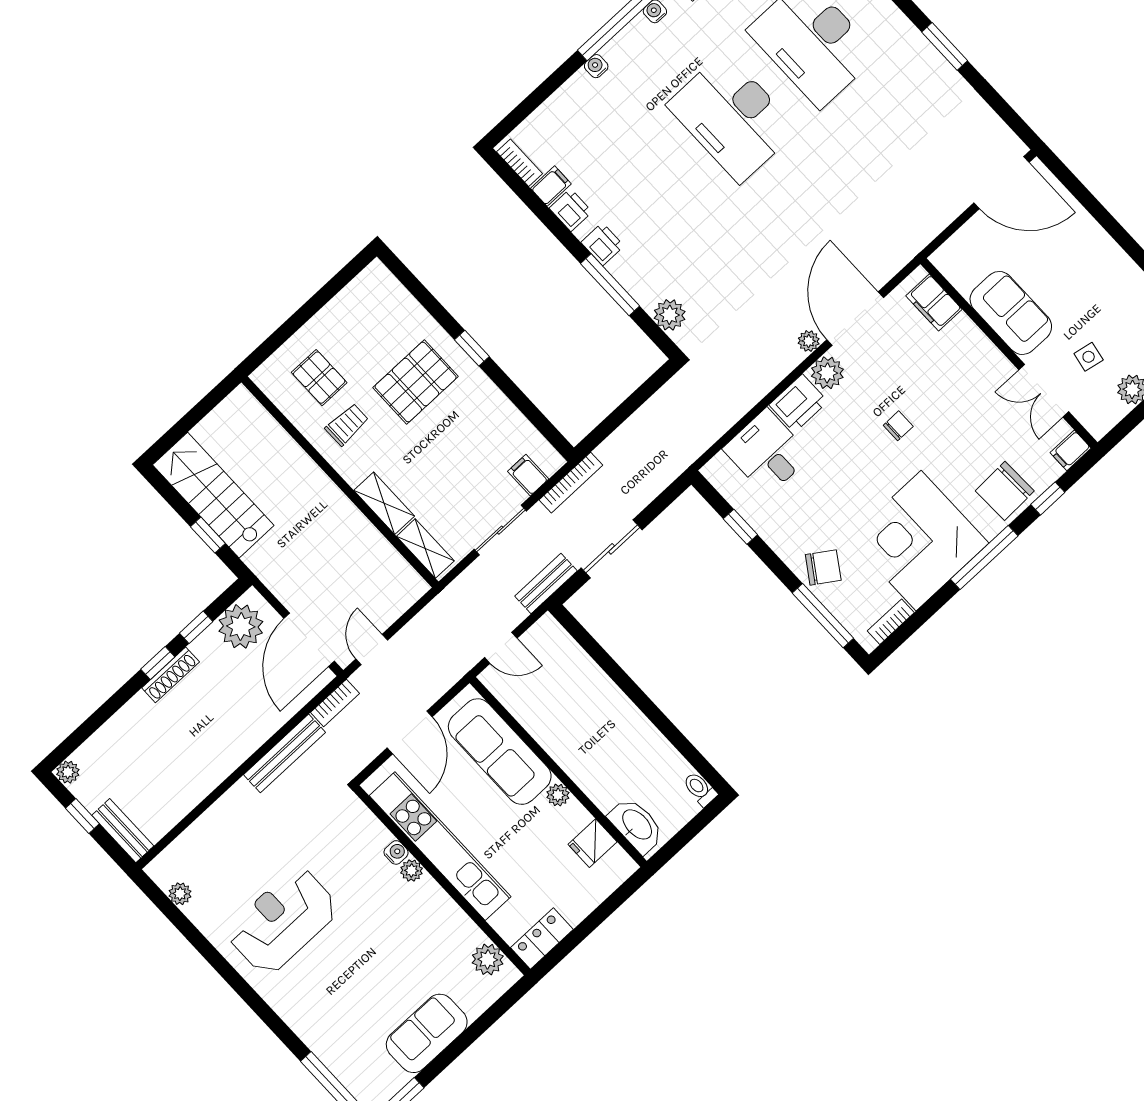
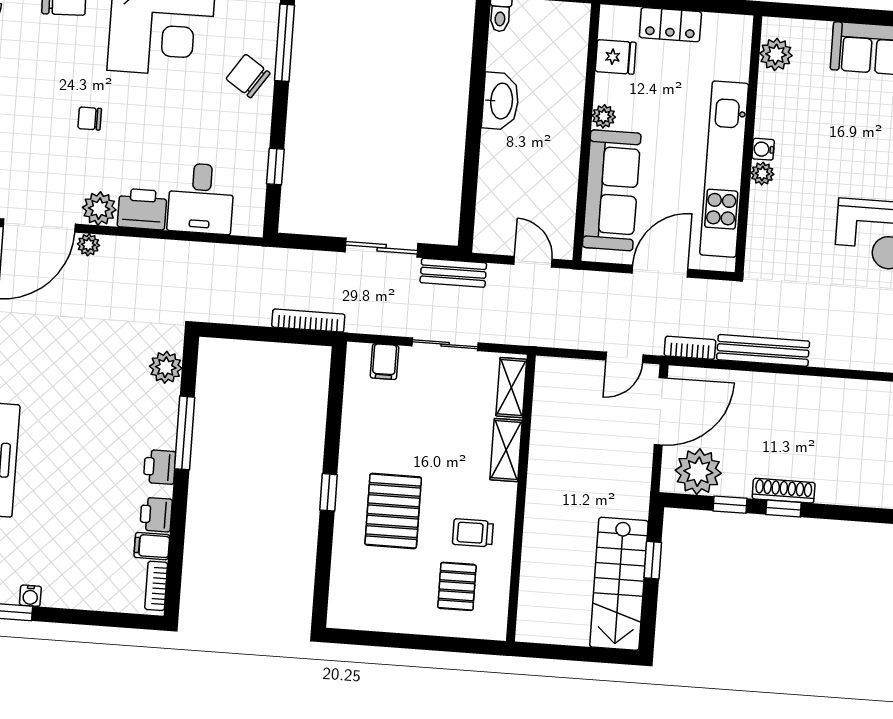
pallet: (416, 382) -> (393, 511), turned 90
bookcase: (571, 483) -> (308, 321), moved
washbasin: (636, 825) -> (501, 101), moved, turned 180
water cooler: (396, 852) -> (763, 149), moved
locker: (542, 938) -> (670, 25), moved

